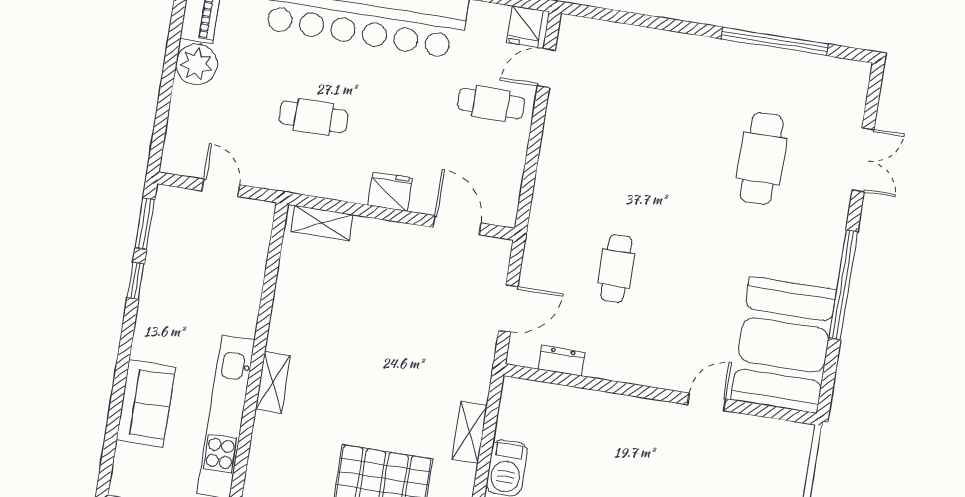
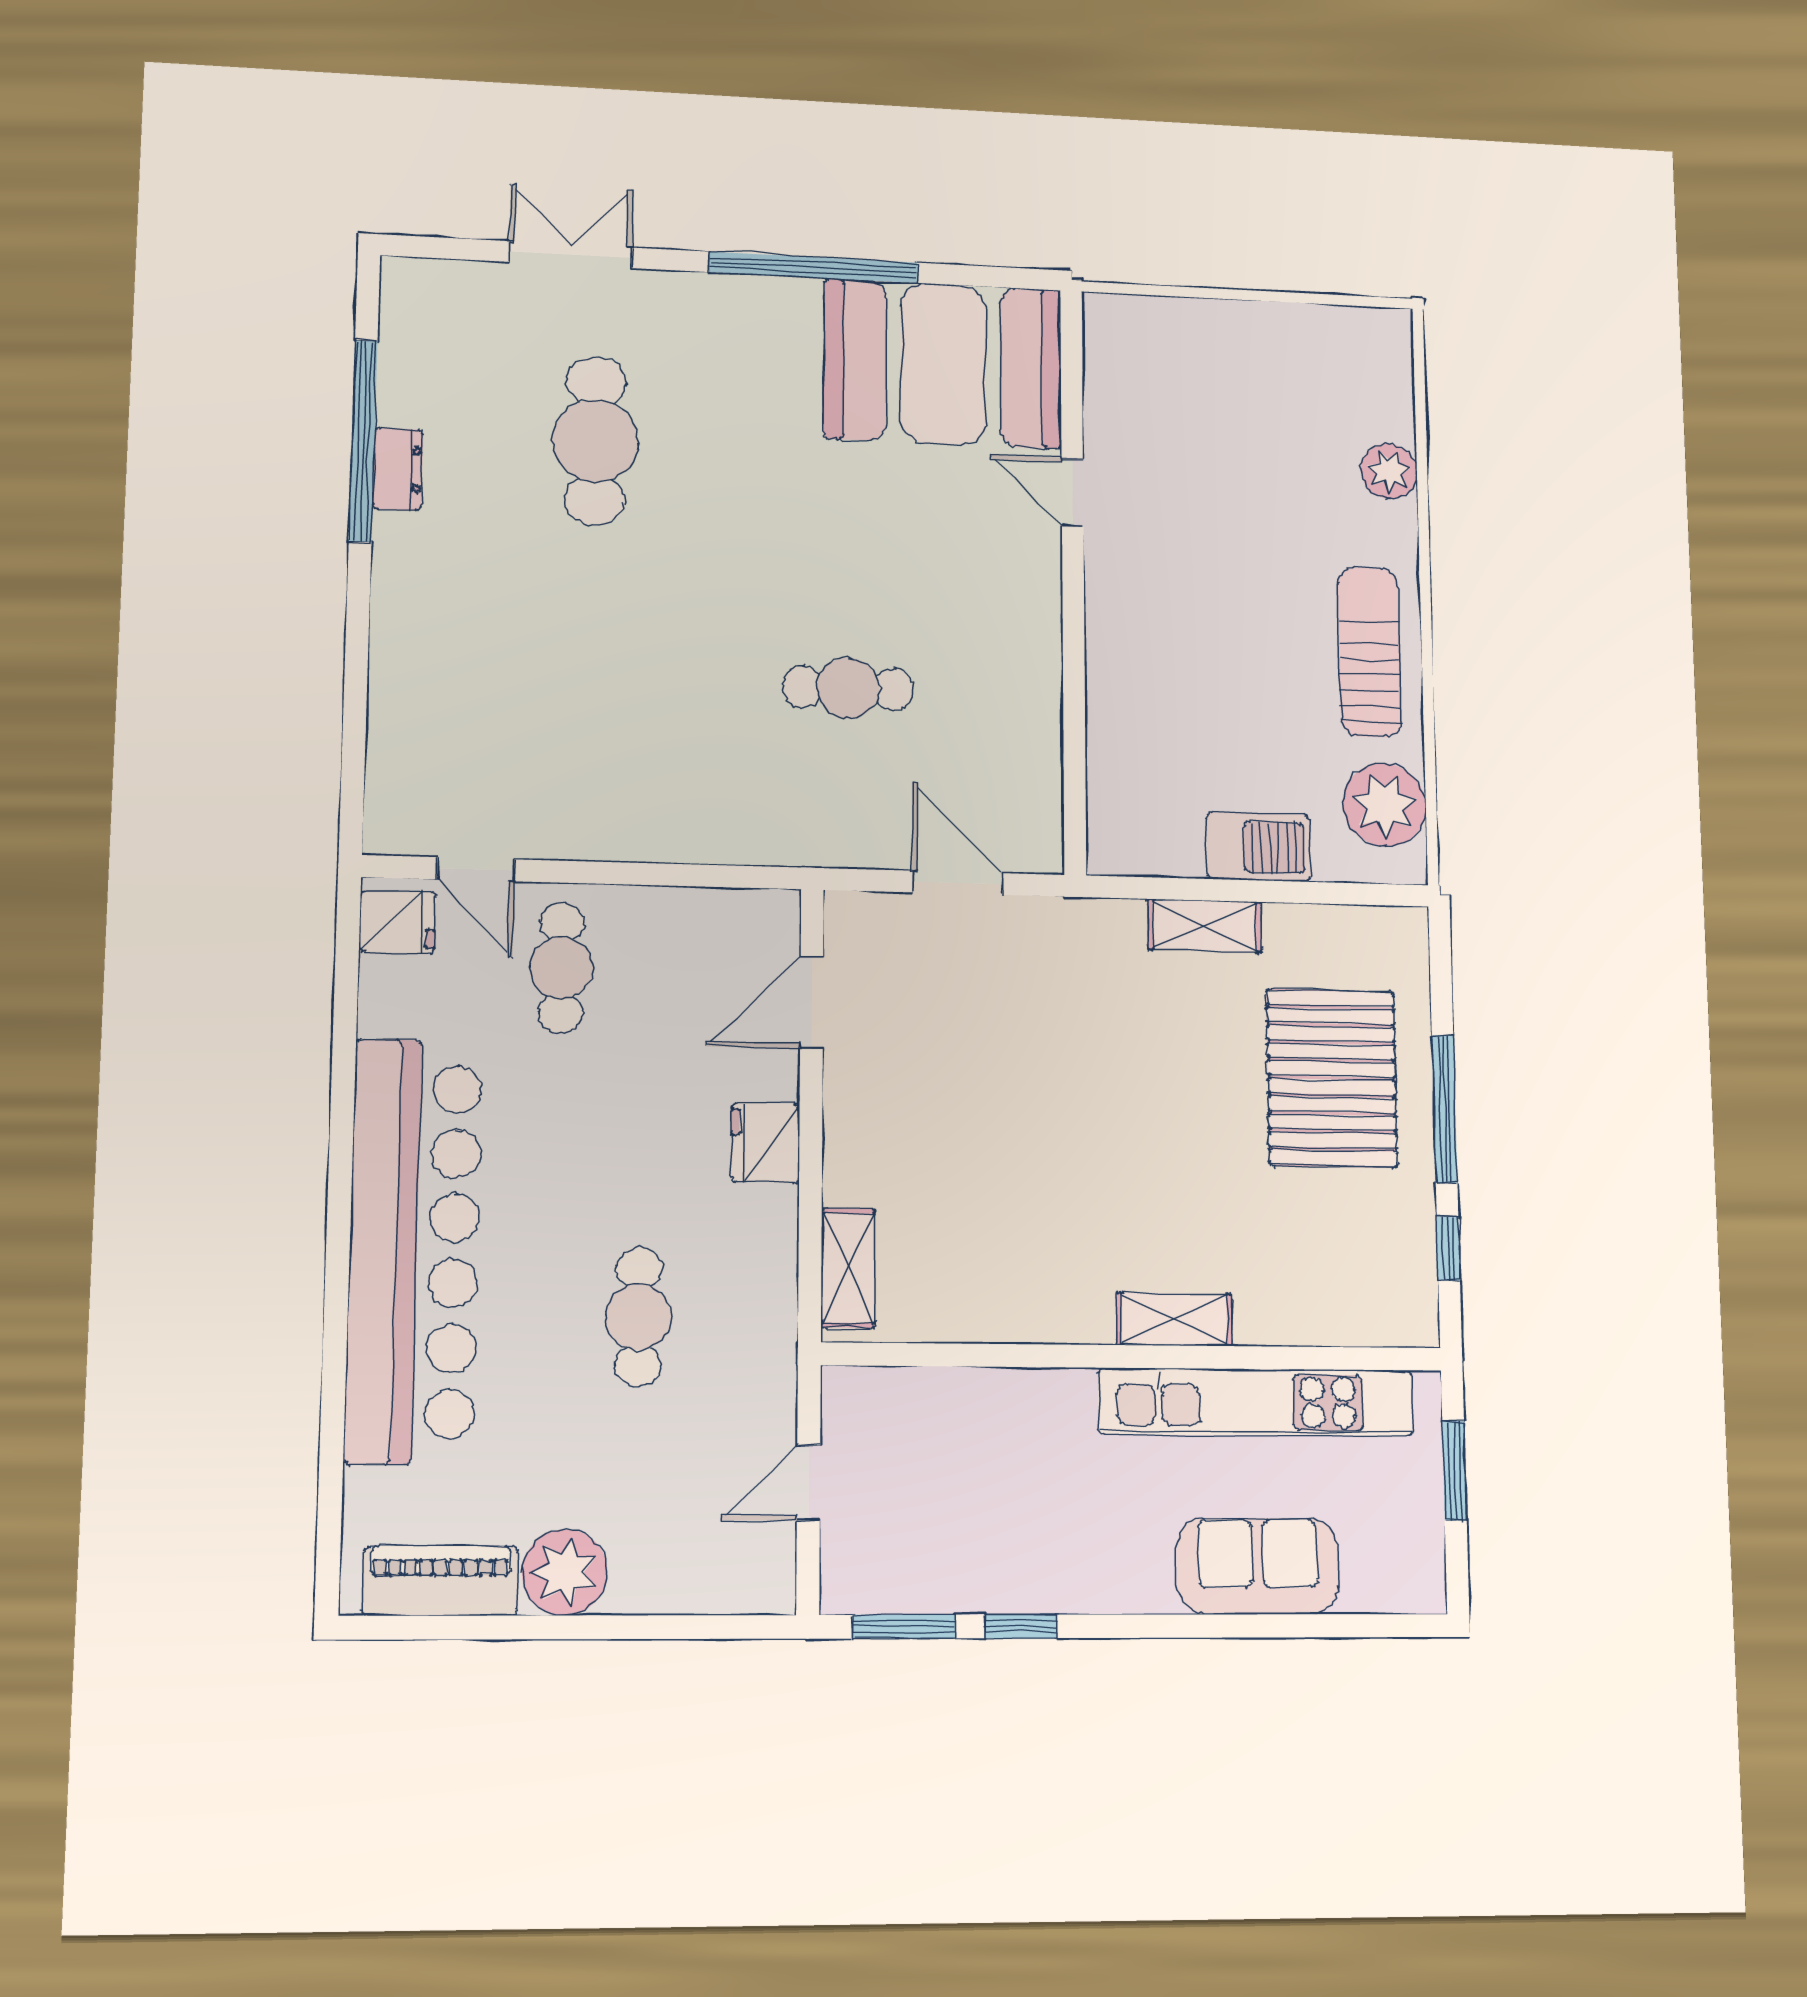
cafe table: (762, 158) -> (595, 441), turned 90
dresser: (562, 361) -> (398, 469), moved, turned 180

